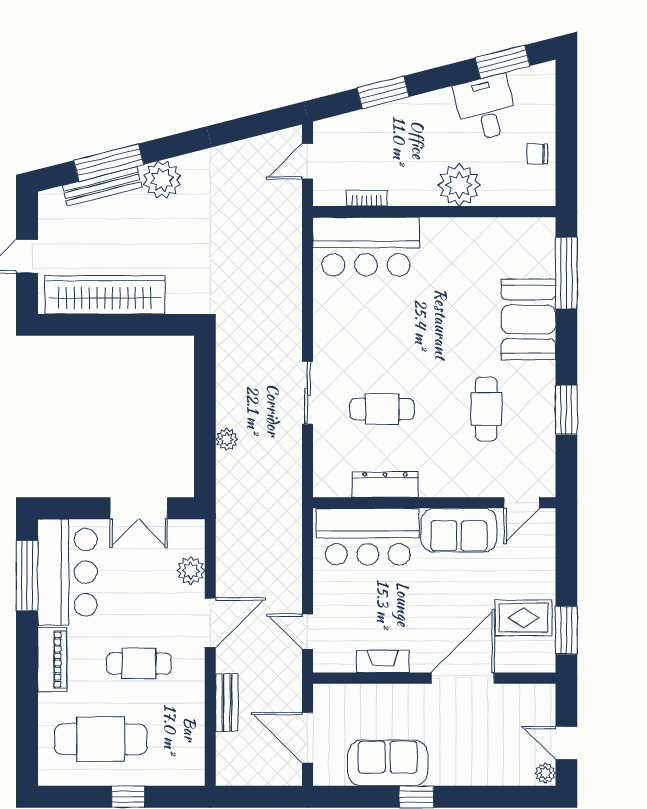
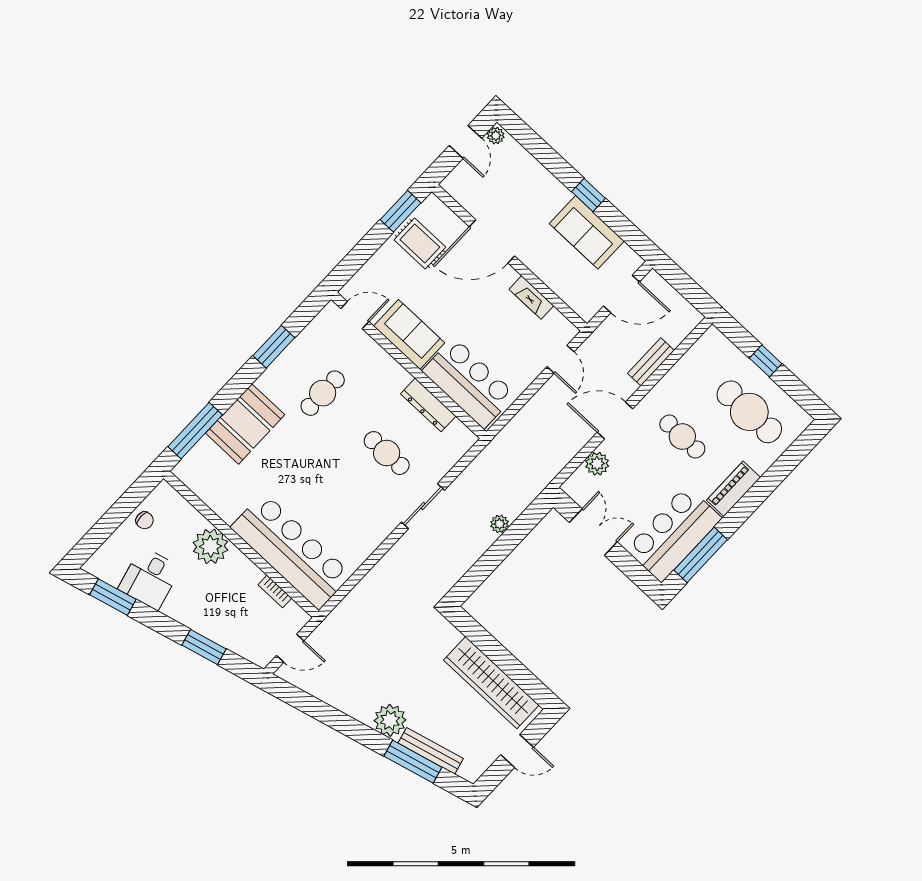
bar counter: (366, 247) -> (291, 551), width x1.36
door: (307, 738) -> (622, 294), hinge flipped

